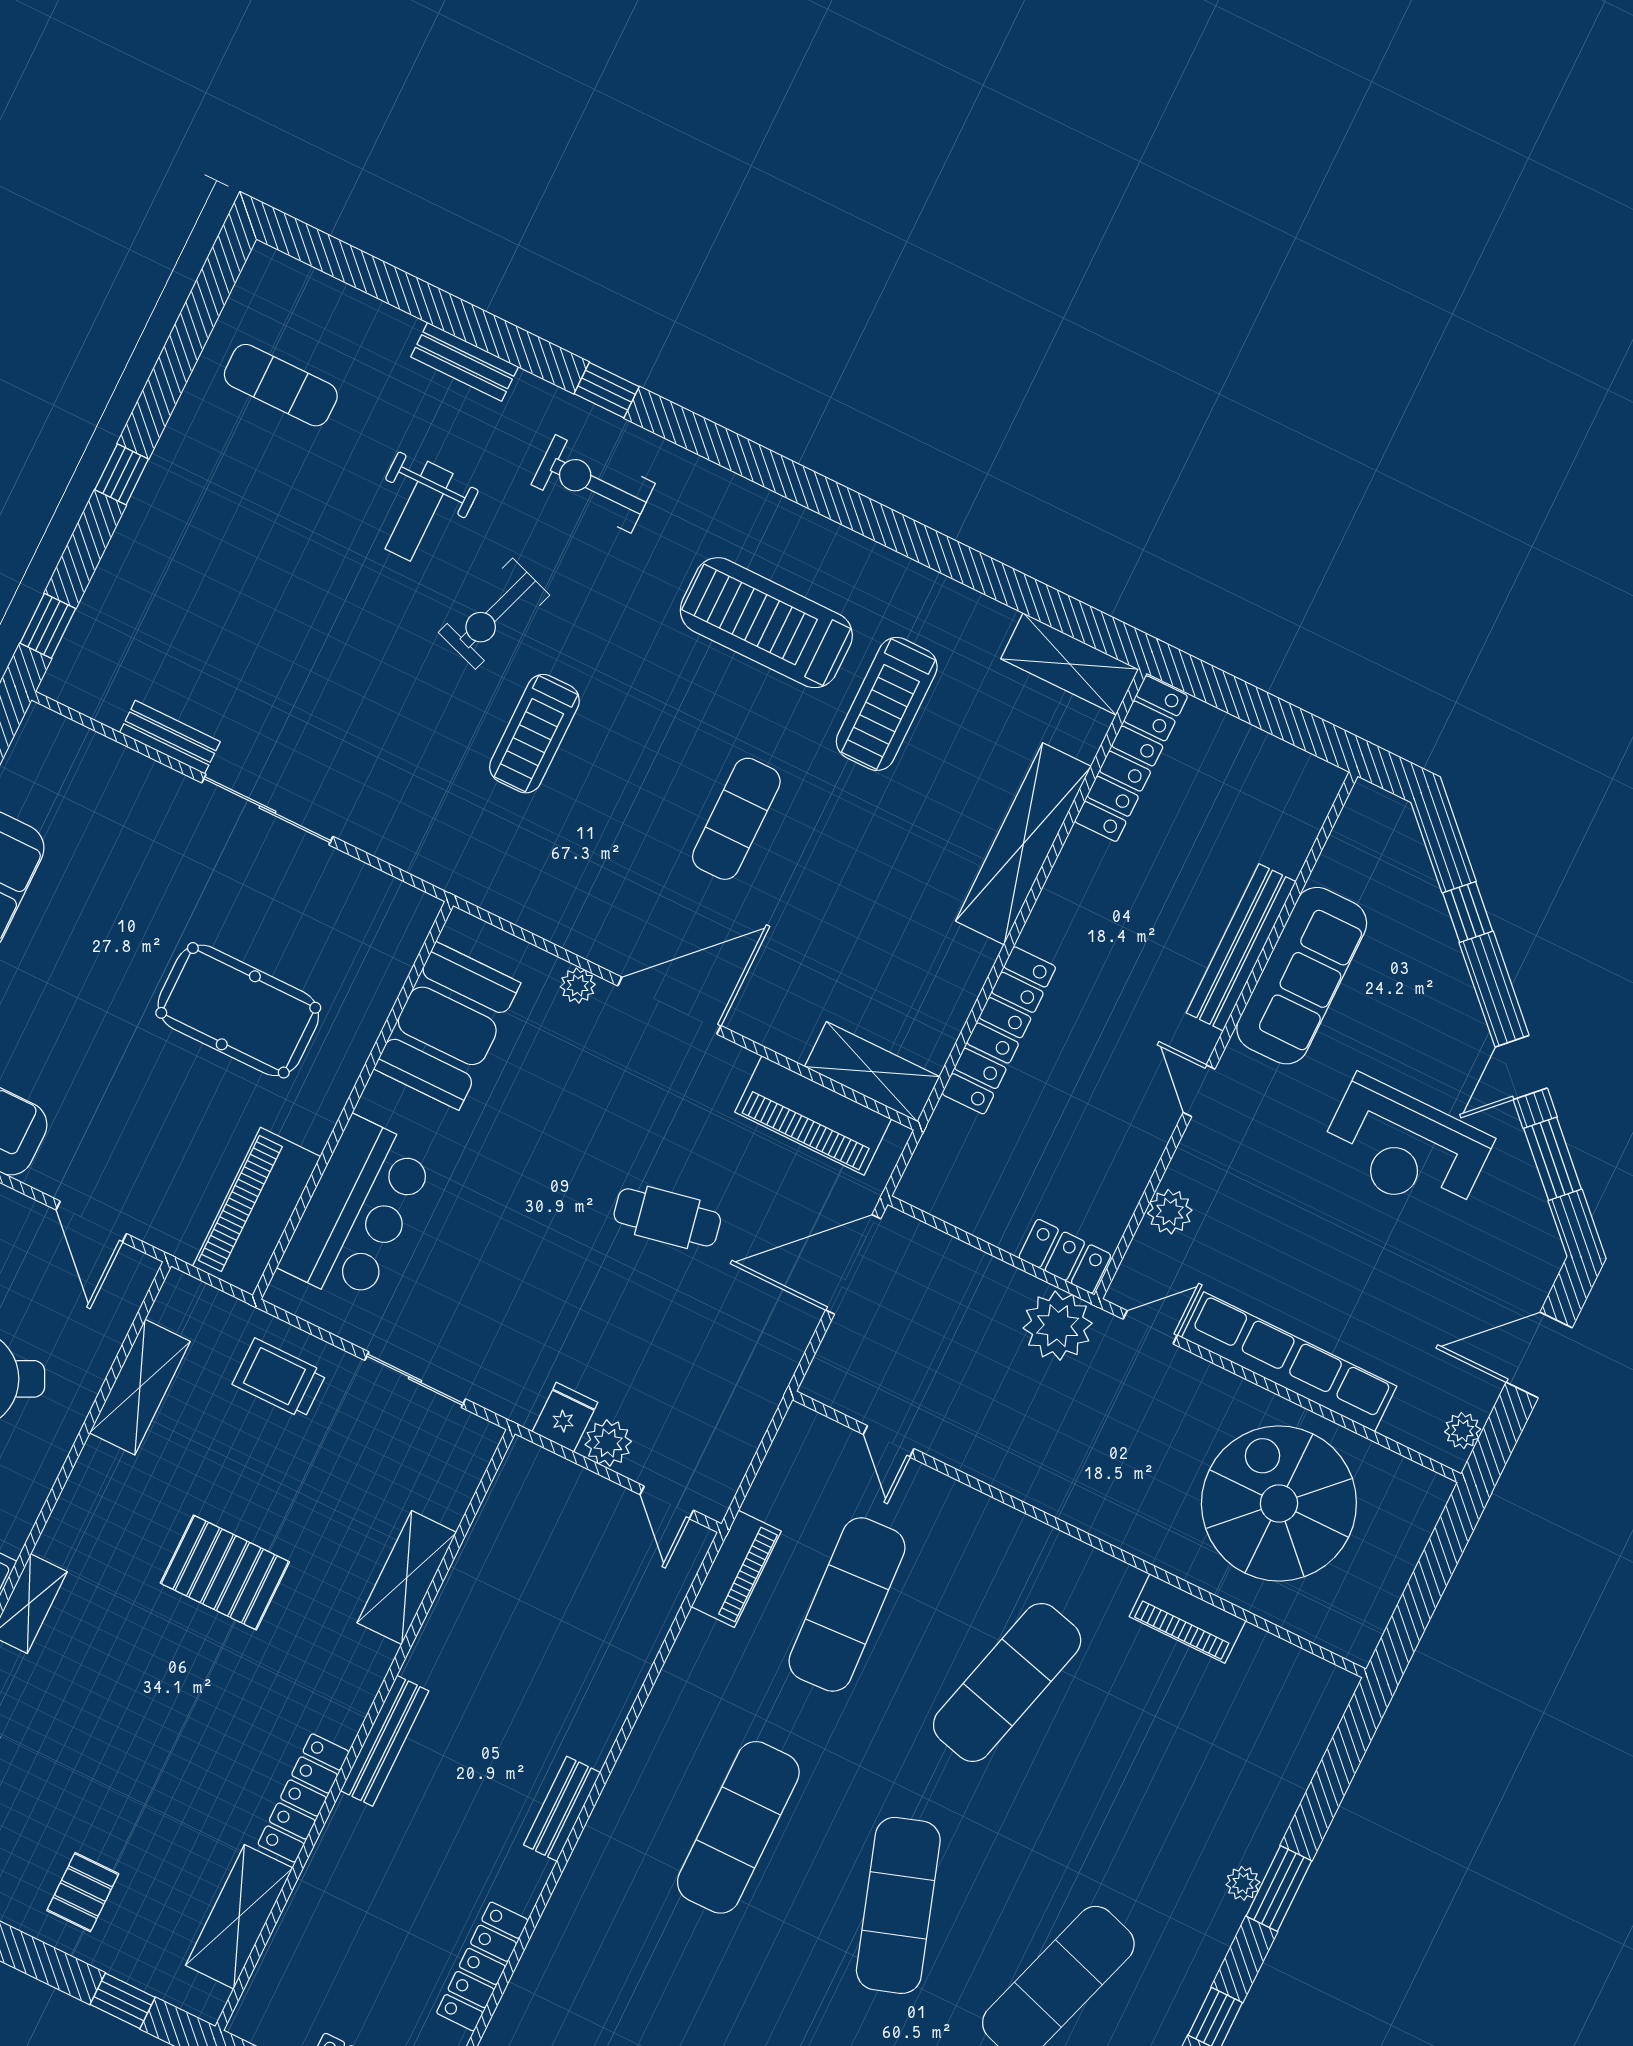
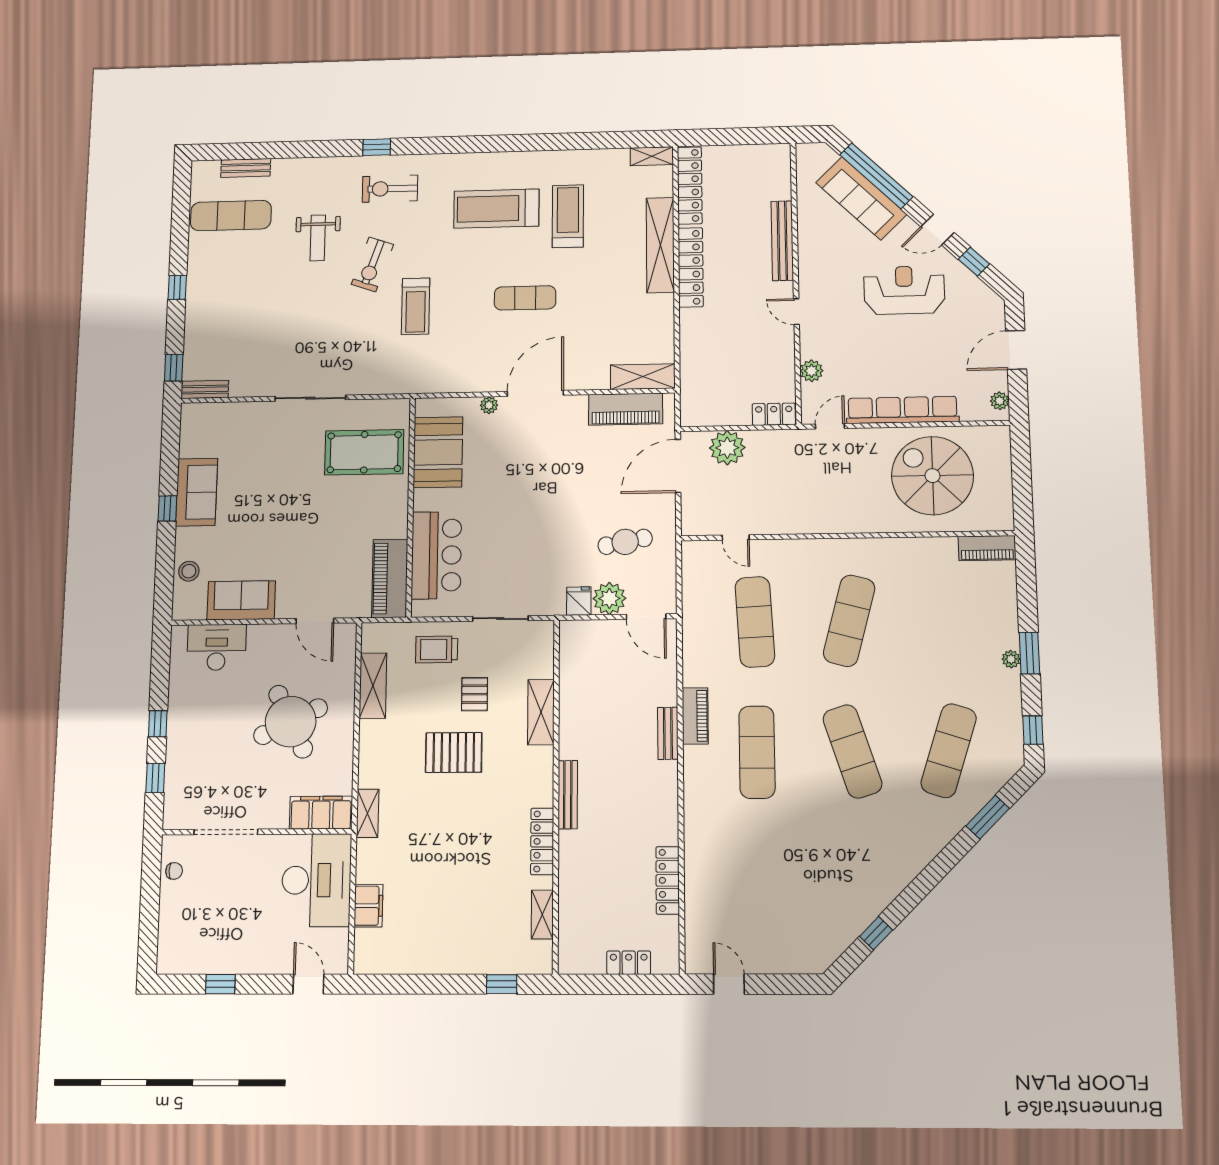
bench: (465, 362) -> (246, 168), moved
exercise mat: (281, 385) -> (231, 216), width x1.36, depth x1.45
shelving: (1070, 664) -> (652, 156), width x0.67, depth x0.75
treadmill: (887, 704) -> (568, 216), turned 180
bench: (170, 737) -> (205, 389), moved
exercise mat: (736, 819) -> (525, 298), turned 90
window: (1468, 912) -> (876, 176), width x3.17
sofa: (1302, 976) -> (861, 198), moved, turned 135
pool table: (238, 1010) -> (364, 452), moved
locker: (999, 1030) -> (691, 267), moved
door: (1521, 1068) -> (938, 230), hinge flipped
reception desk: (1405, 1148) -> (904, 290), turned 180
window: (1553, 1159) -> (974, 262), width x0.67
cafe table: (667, 1217) -> (625, 542), moved
plant: (1058, 1326) -> (727, 448), moved
plant: (608, 1443) -> (609, 598), width x1.36, depth x1.36
door: (667, 1502) -> (646, 617), width x1.38
piano: (736, 1569) -> (695, 716), moved
piano: (1187, 1619) -> (987, 548), moved
bench: (562, 1809) -> (668, 733), moved
pallet: (83, 1892) -> (475, 694), moved
shelving: (239, 1917) -> (542, 914), width x0.67, depth x0.75

